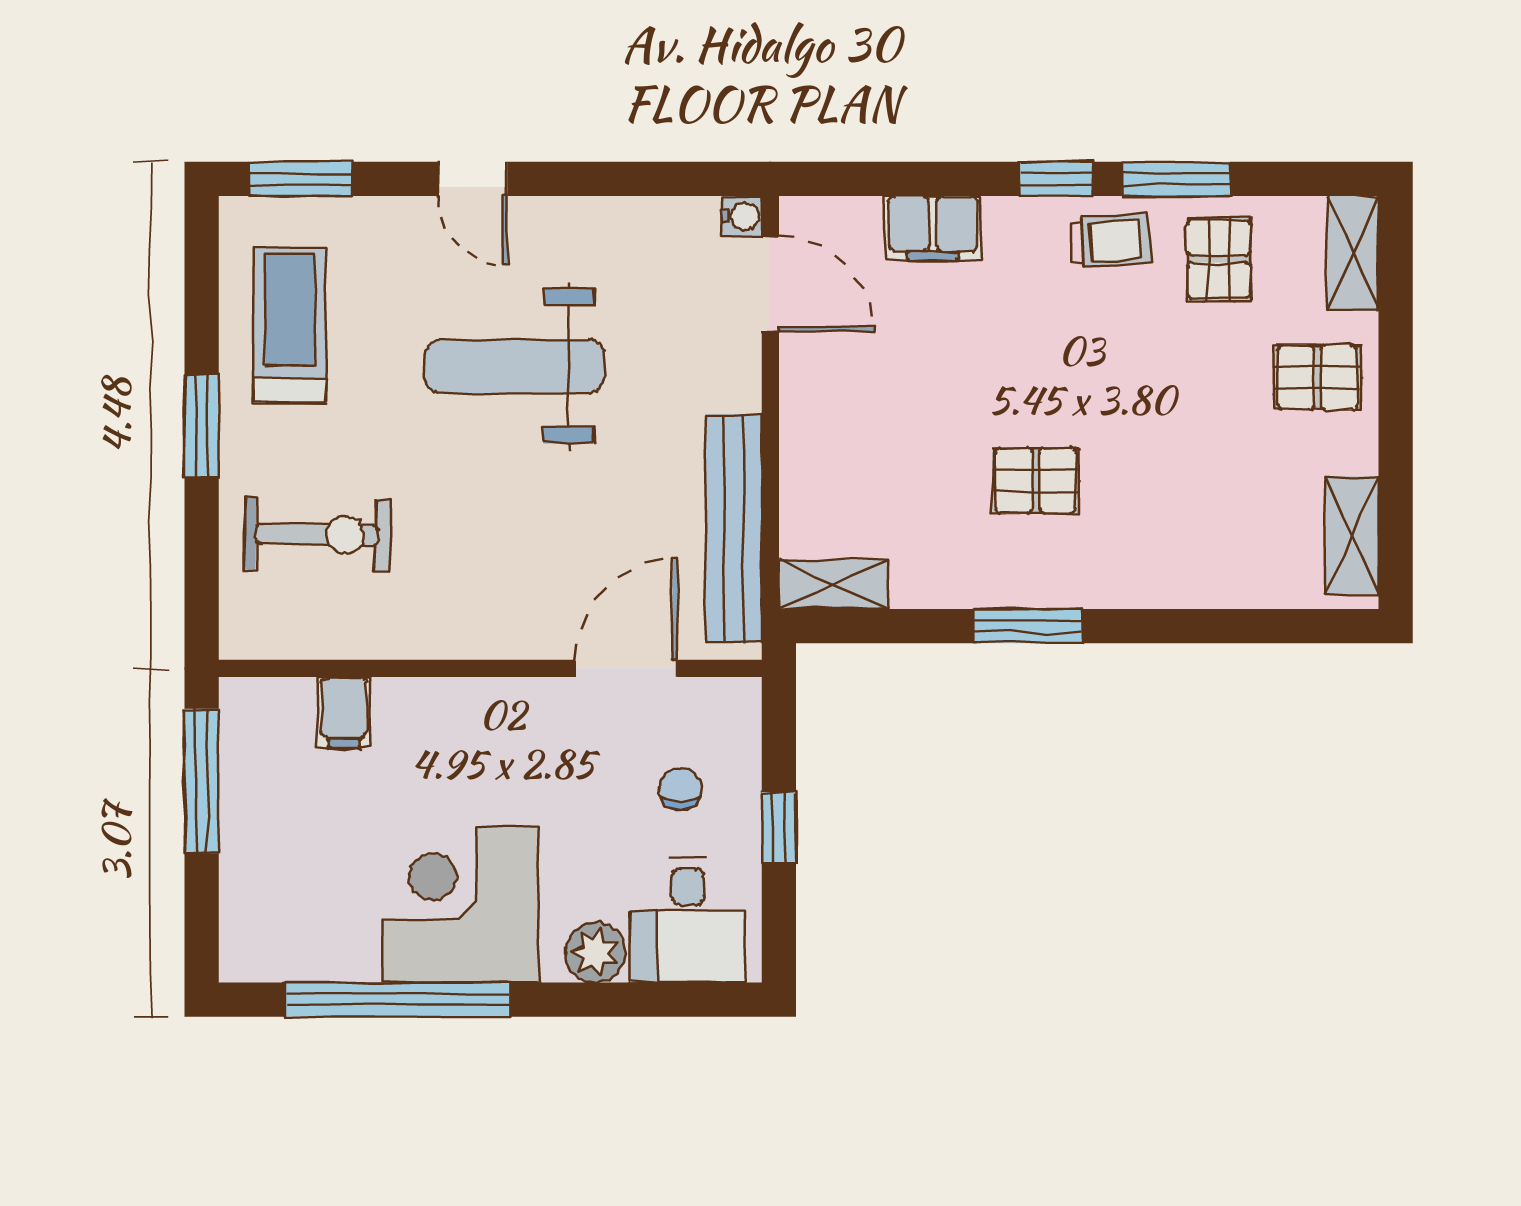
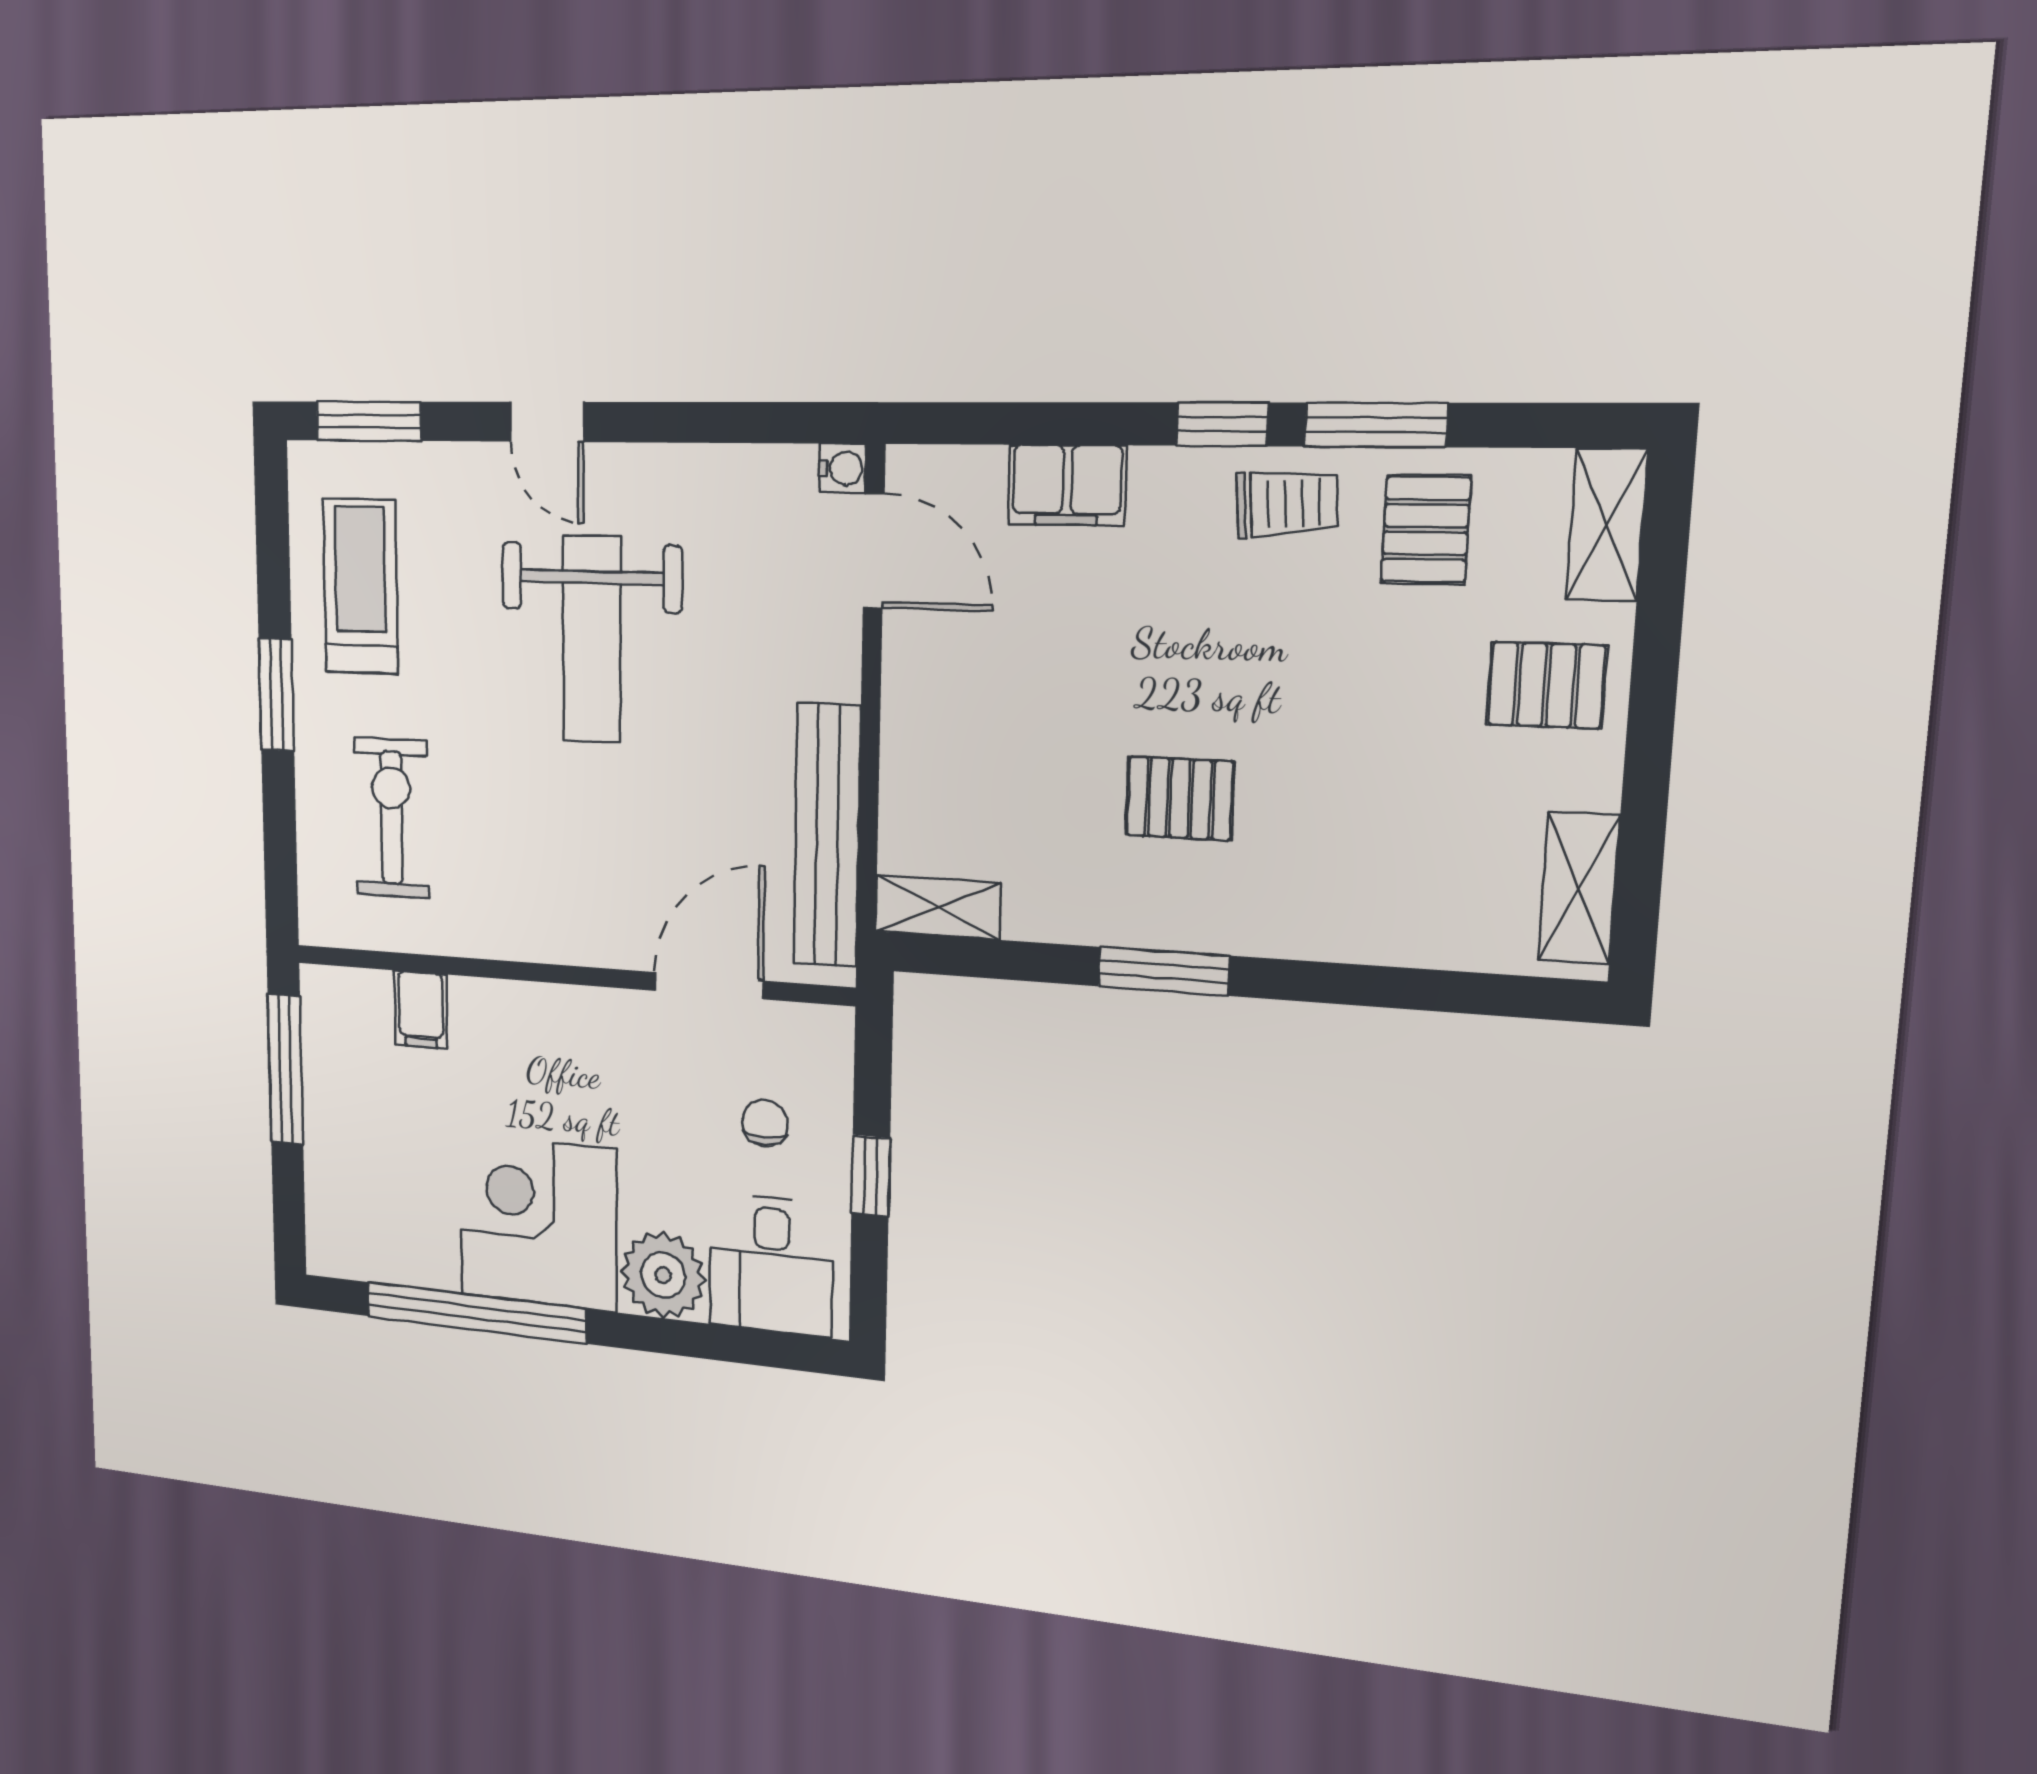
weight bench: (515, 366) -> (592, 639), turned -90
exercise bike: (317, 534) -> (392, 818), turned -91
plant: (595, 952) -> (663, 1275), width x1.36, depth x1.36

